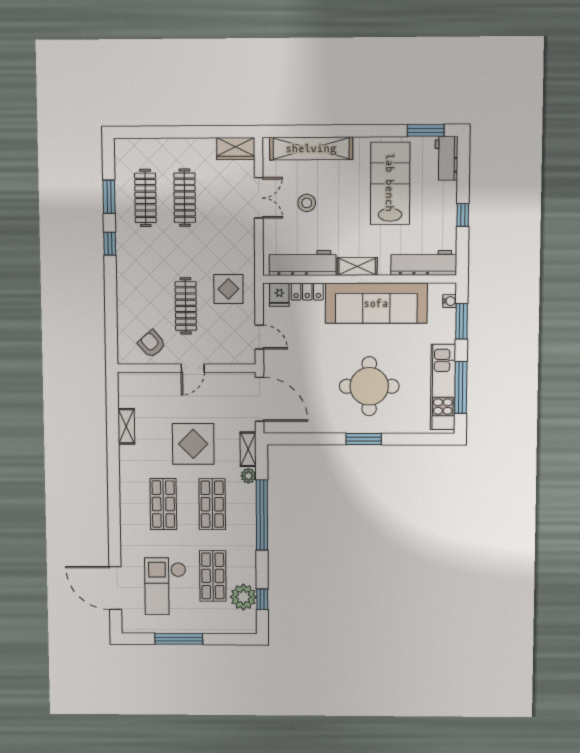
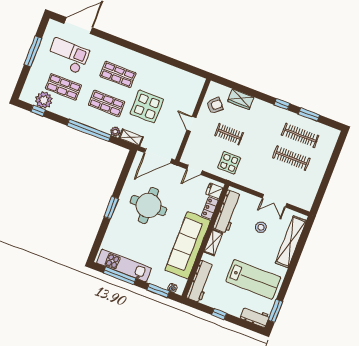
wardrobe: (236, 149) -> (241, 99), moved, turned -90
clothes rail: (186, 306) -> (229, 134), width x0.73
round table: (369, 386) -> (148, 205), moved
shelving: (126, 426) -> (172, 71), removed

